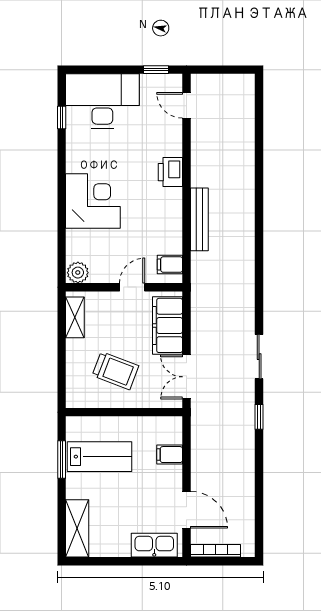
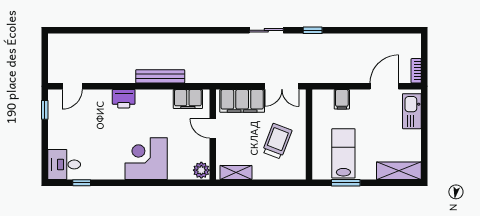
desk: (102, 101) -> (64, 164), width x0.53, depth x0.77
filing cabinet: (170, 265) -> (188, 99), width x2.00
bookcase: (215, 551) -> (416, 71), width x0.64

